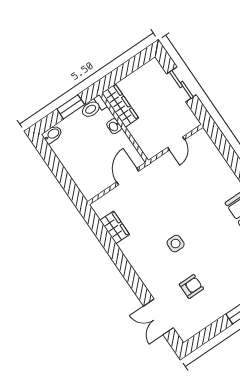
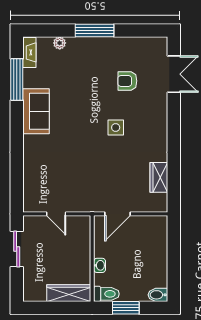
sliding door: (181, 84) -> (17, 249), moved
wardrobe: (120, 106) -> (69, 293), moved, turned 90
door: (176, 143) -> (56, 214), swing flipped

